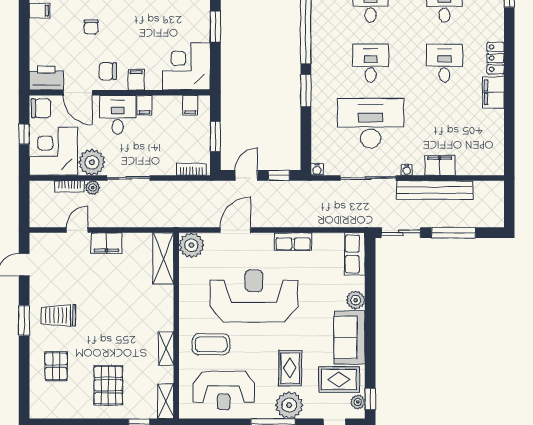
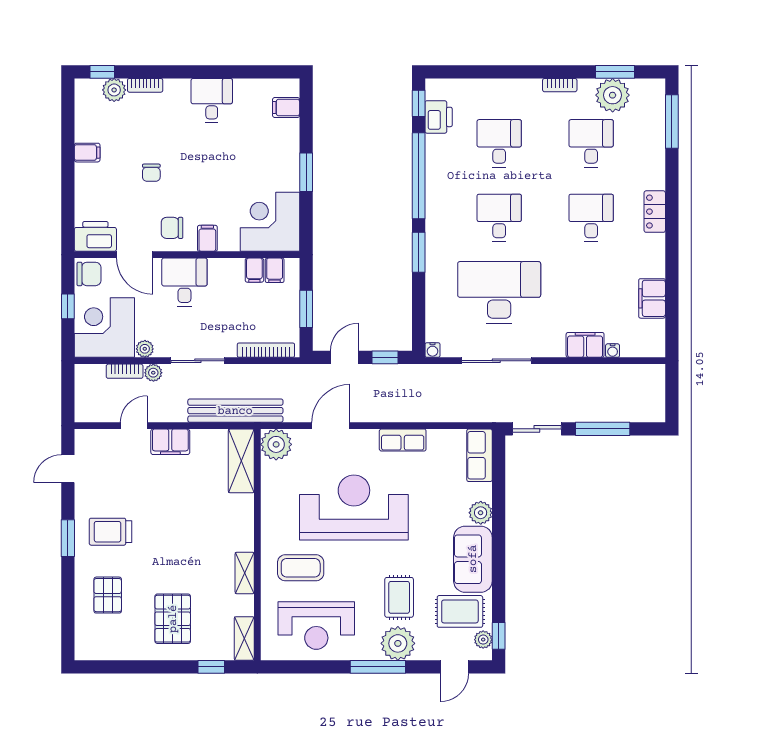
filing cabinet: (493, 92) -> (652, 298), moved
filing cabinet: (145, 105) -> (254, 270), moved
plant: (92, 162) -> (145, 349), width x0.53, depth x0.53
bookcase: (191, 169) -> (266, 350), width x1.56
water cooler: (407, 170) -> (613, 351), moved
bench: (435, 190) -> (235, 411), moved

